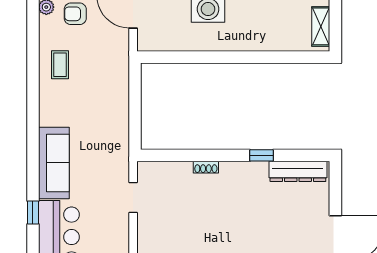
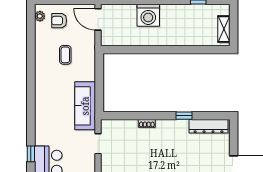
coffee table: (60, 65) -> (65, 55), moved
sofa: (54, 163) -> (85, 106), moved, turned 180

